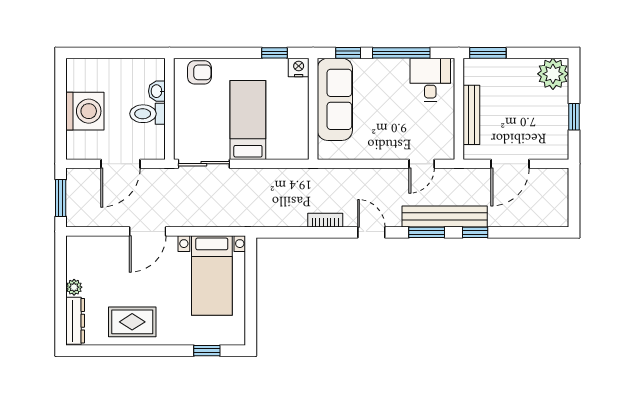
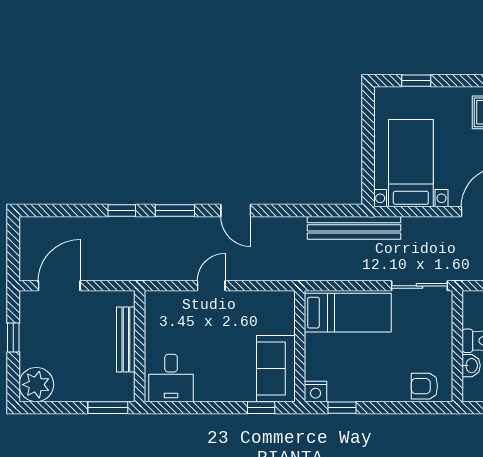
window: (401, 53) -> (203, 408), removed
sofa: (335, 99) -> (276, 369), width x0.73
bed: (248, 120) -> (348, 313), moved, turned -90
door: (422, 164) -> (211, 286), moved
door: (510, 164) -> (59, 286), moved
bench: (445, 217) -> (354, 228), moved
bookcase: (325, 220) -> (286, 224), removed

